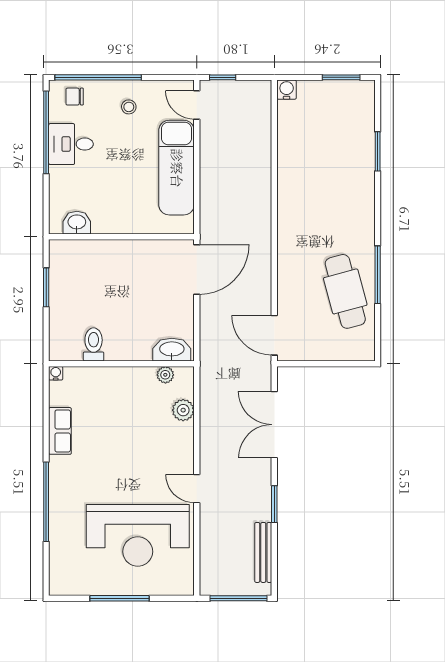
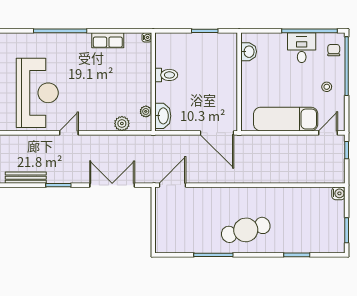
cafe table: (345, 291) -> (246, 230), moved
toilet: (94, 344) -> (166, 75), moved
reception desk: (138, 535) -> (37, 93), turned 180

